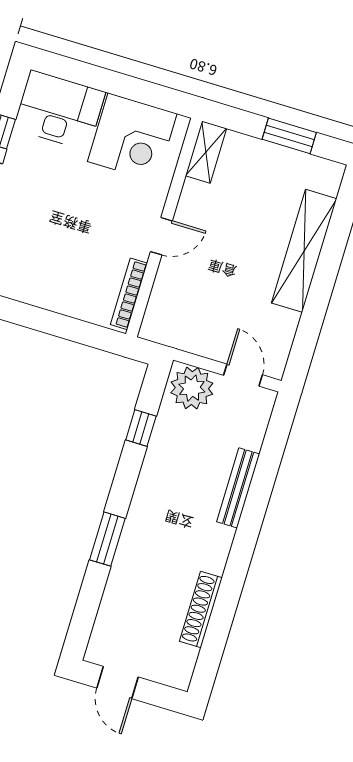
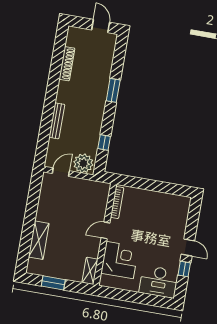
corner desk: (132, 138) -> (120, 260), moved, turned 90
shelving: (304, 251) -> (39, 240), width x0.68
door: (243, 375) -> (61, 172), swing flipped

